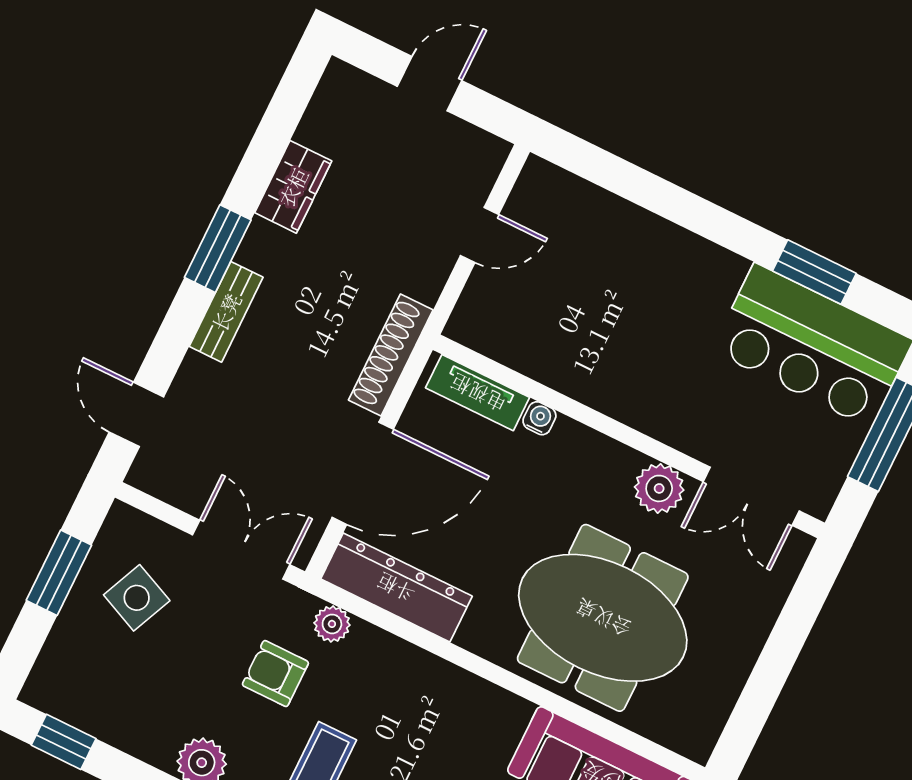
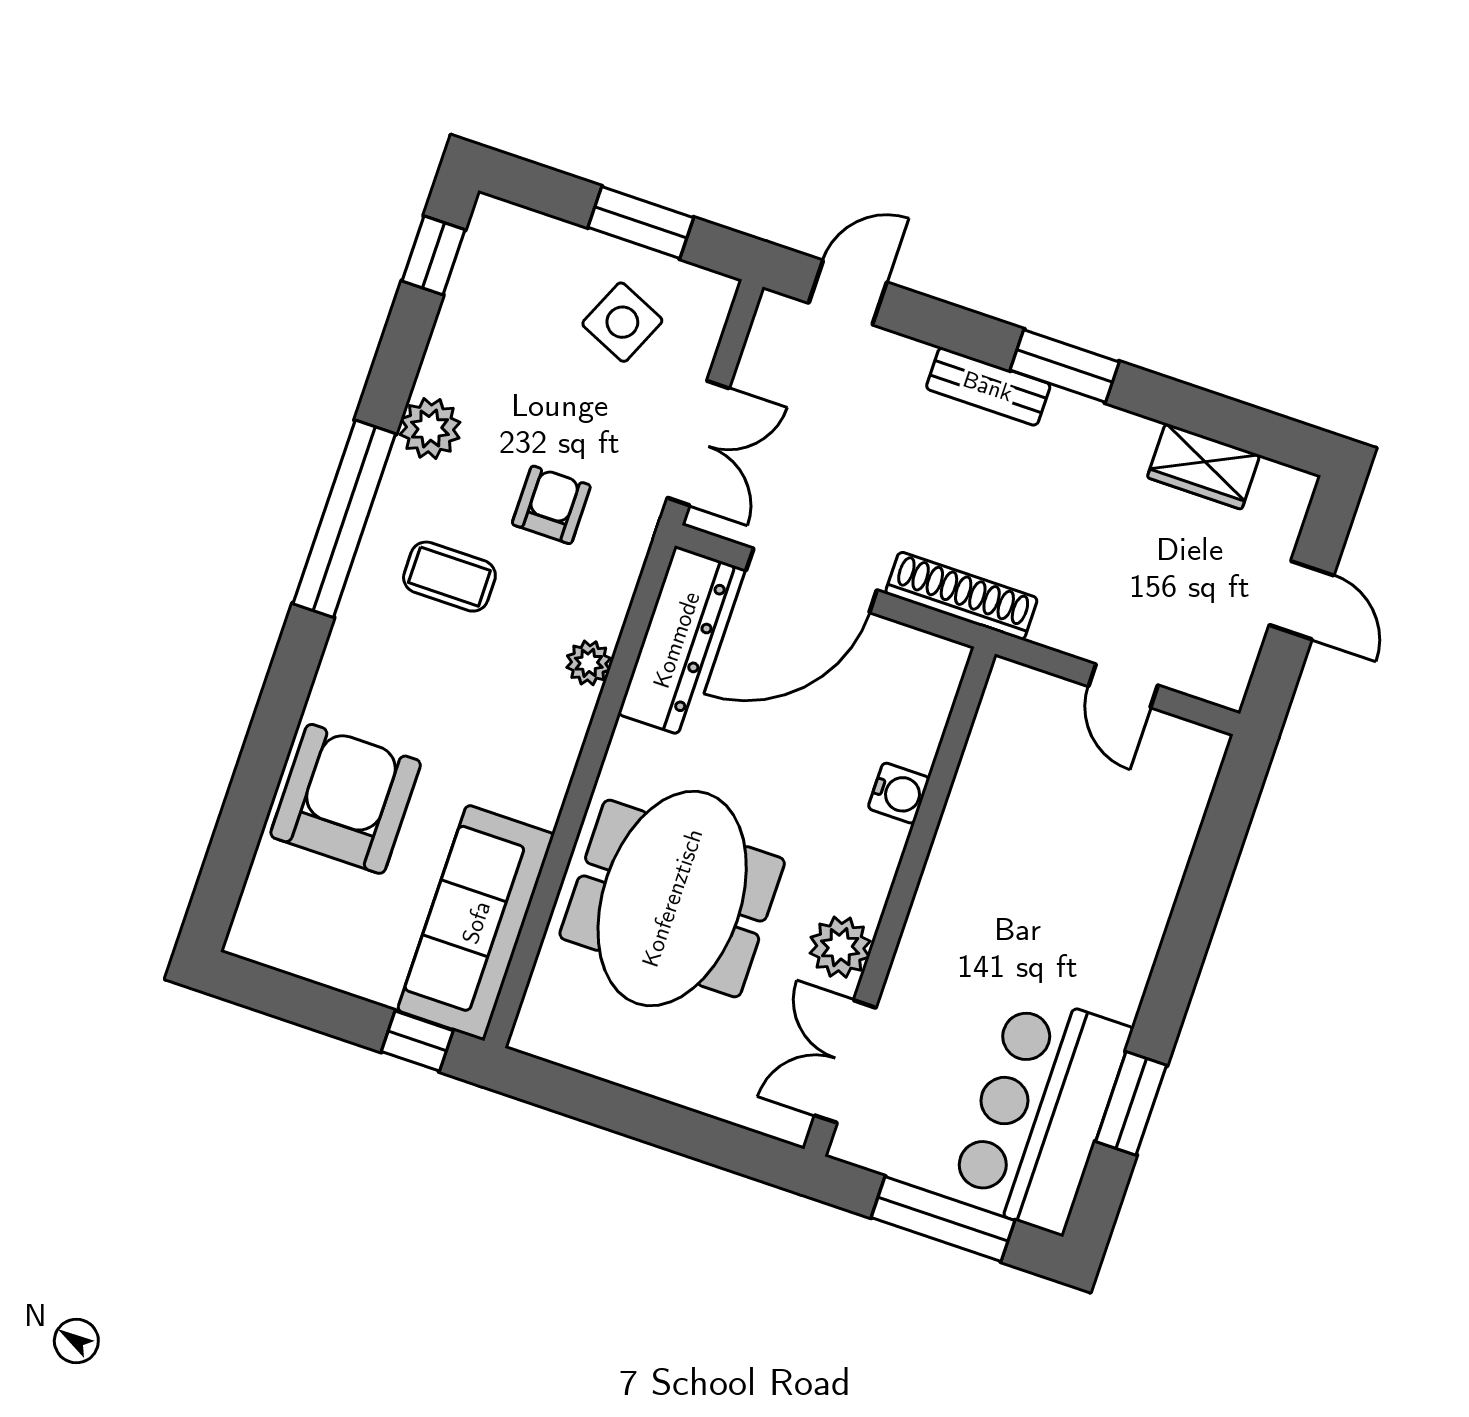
wardrobe: (293, 187) -> (1204, 466), moved
tv unit: (478, 393) -> (929, 709), removed
water cooler: (539, 418) -> (899, 793), width x1.38, depth x1.38
door: (363, 473) -> (811, 580), hinge flipped
plant: (332, 624) -> (589, 663), moved

